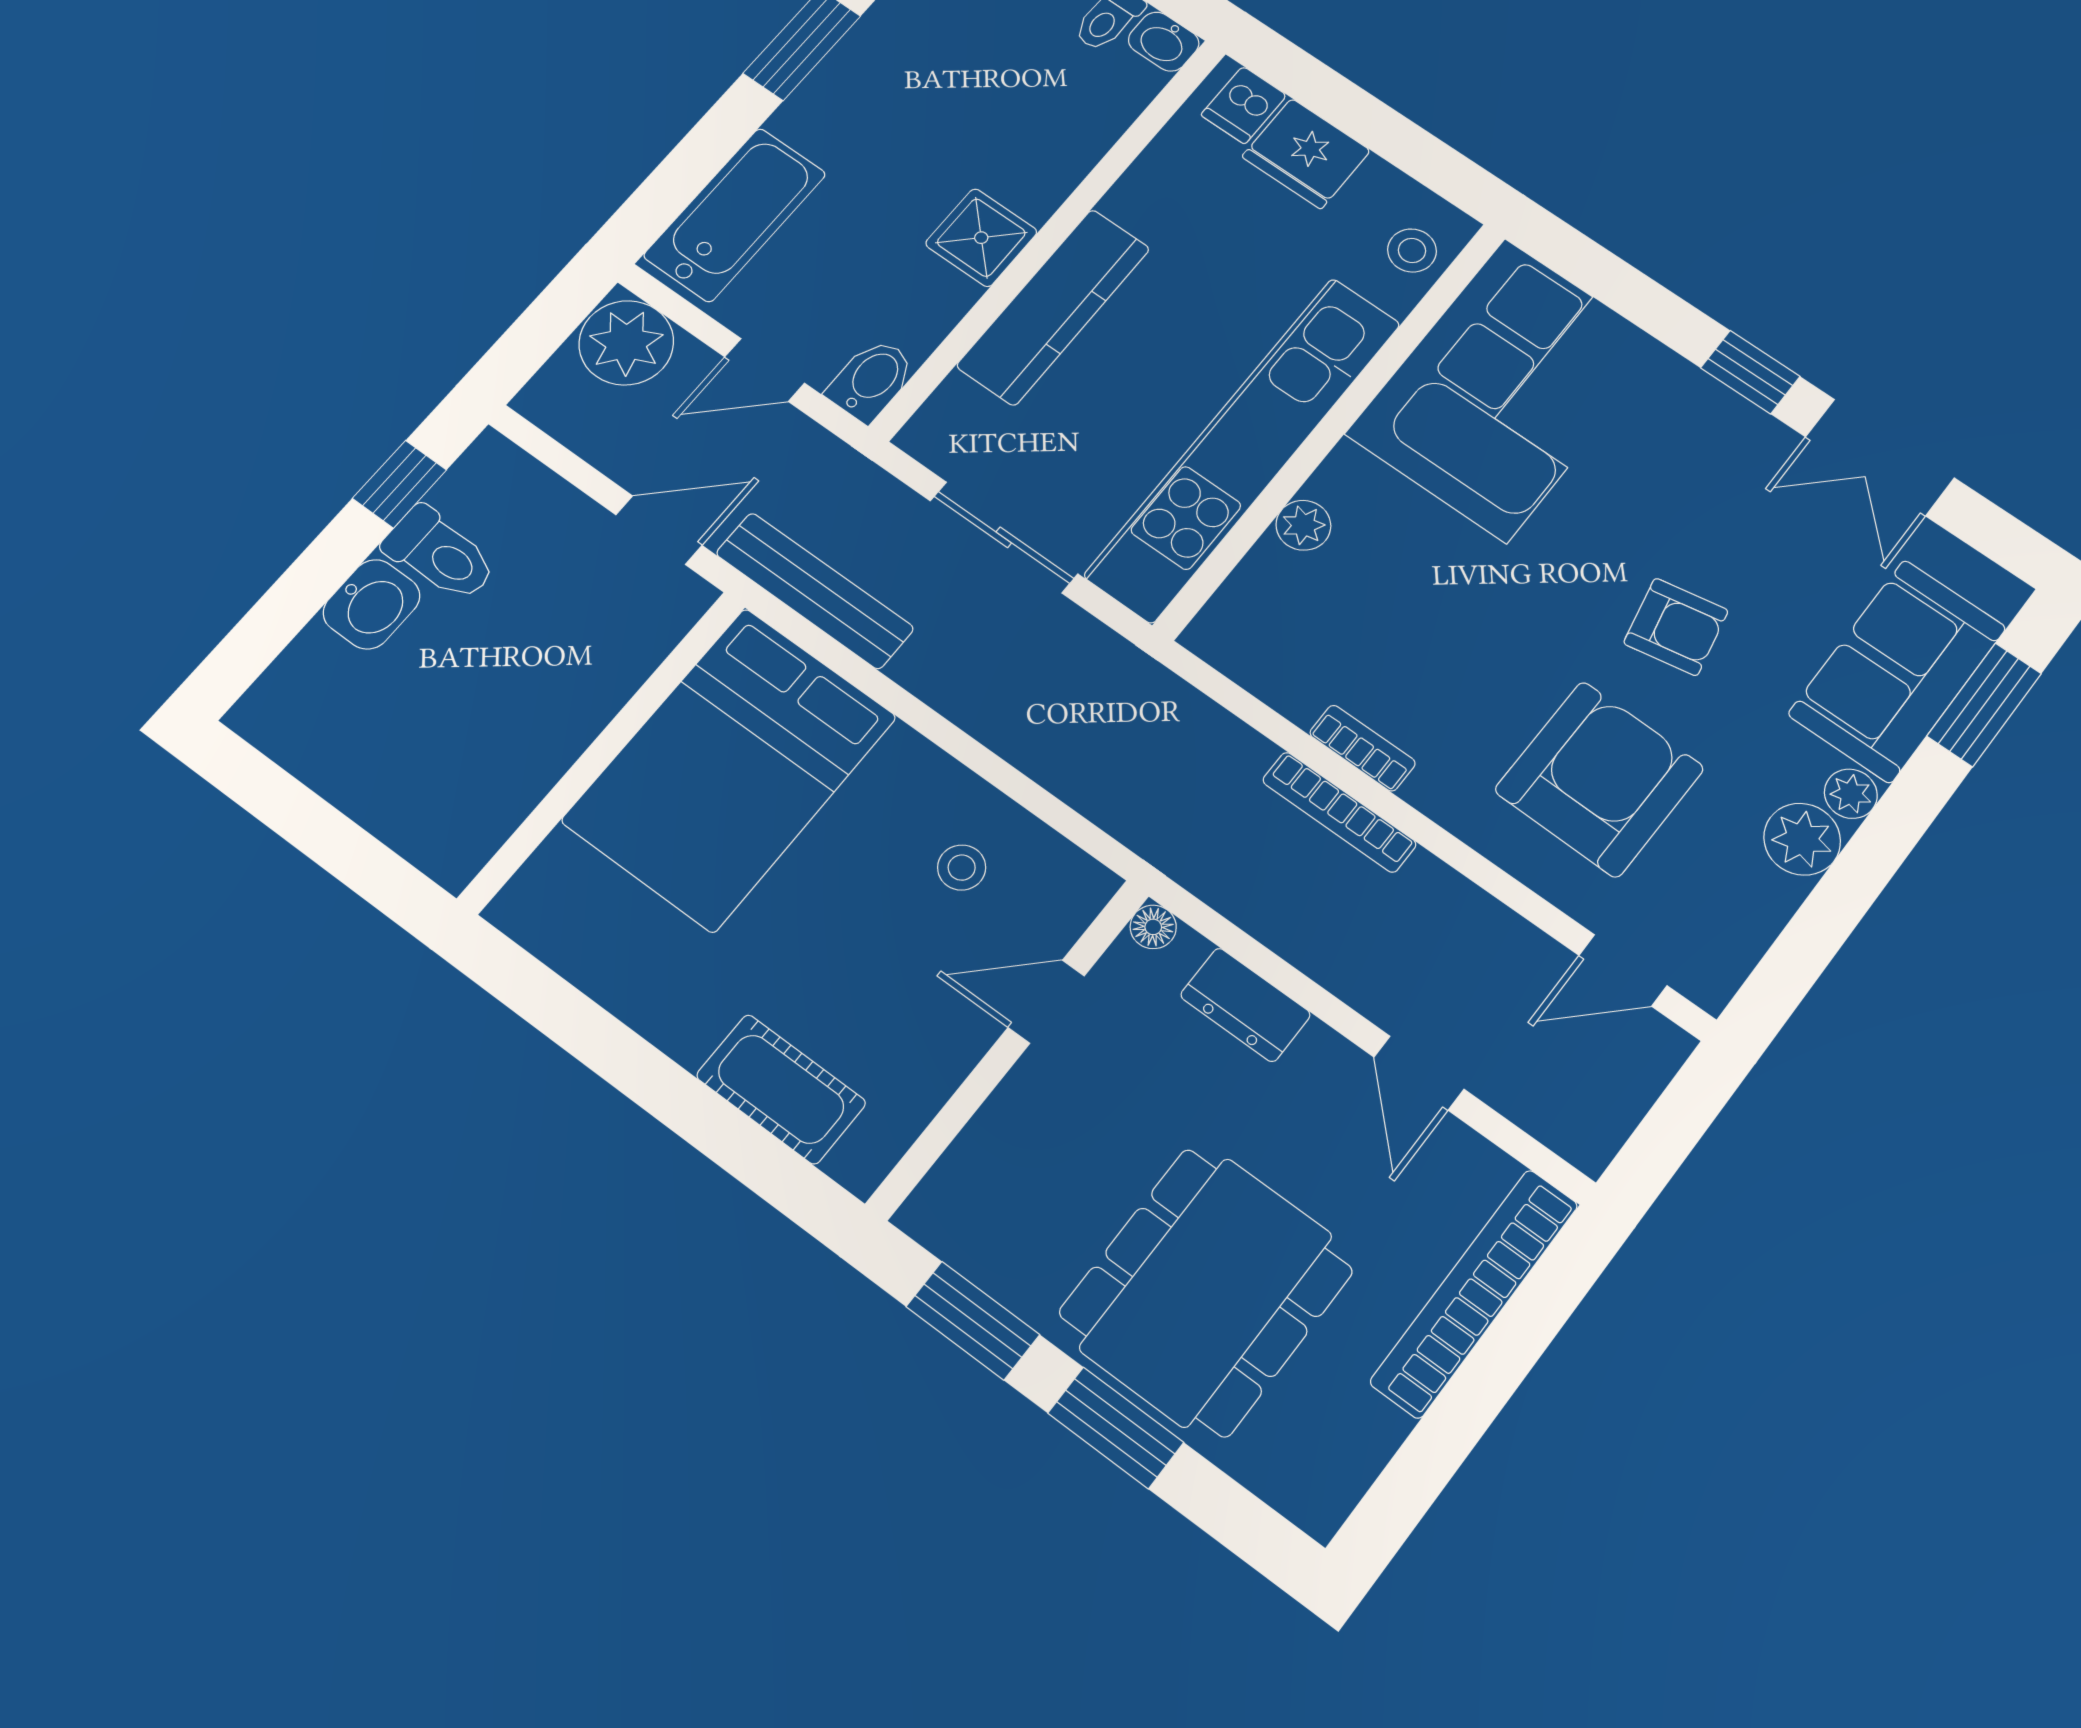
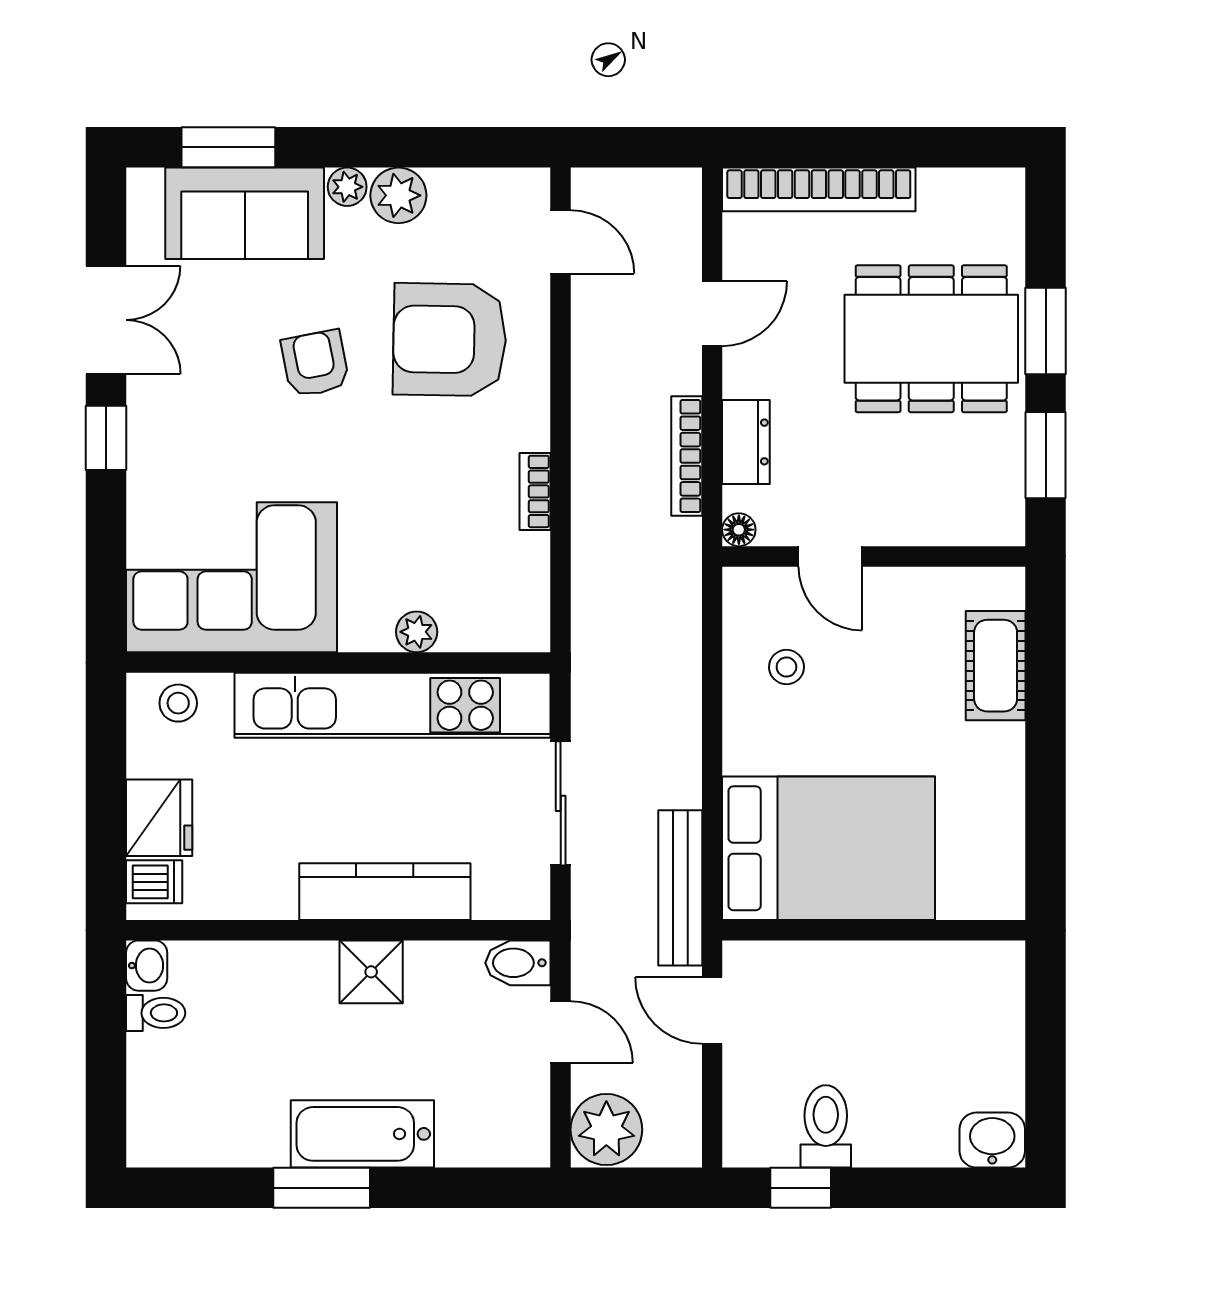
bathtub: (735, 215) -> (362, 1134), moved
washbasin: (372, 604) -> (992, 1140), moved
bookcase: (1339, 812) -> (687, 456), moved, turned 180

